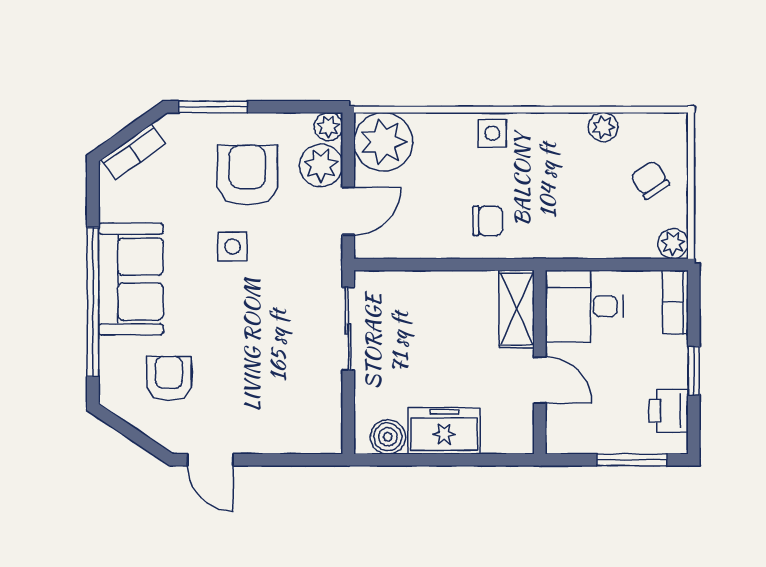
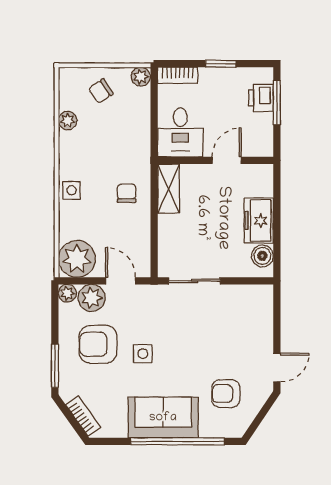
shelving: (517, 309) -> (169, 189), moved, turned 90
printer: (668, 411) -> (261, 98), moved, turned 90

